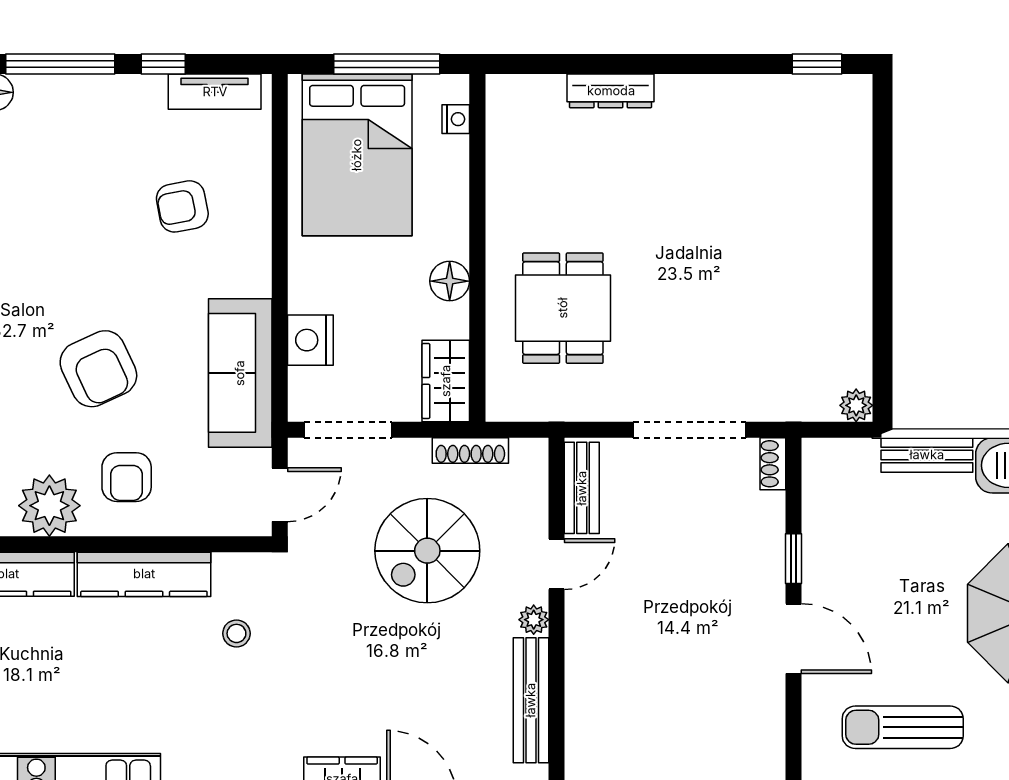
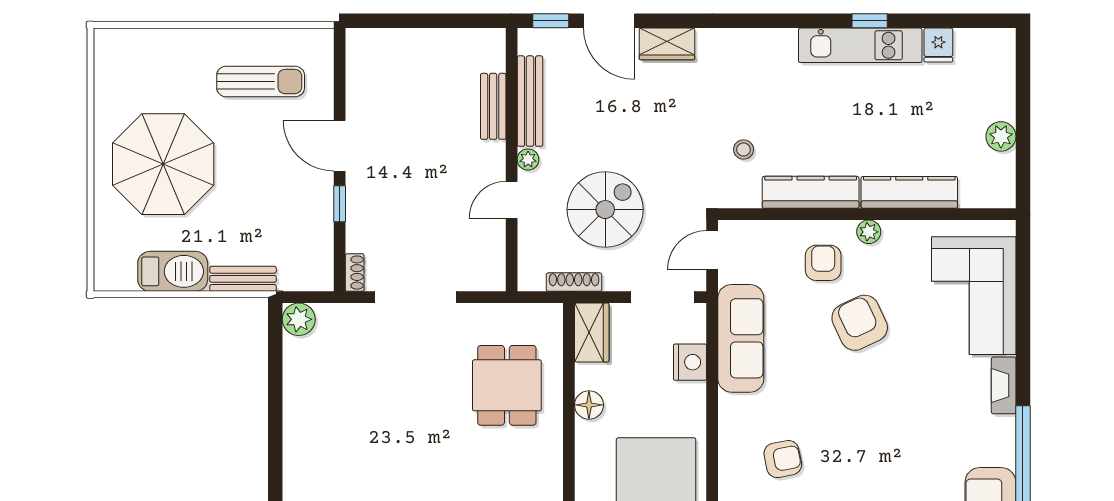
armchair: (98, 369) -> (860, 323), moved
plant: (856, 405) -> (299, 319), width x1.38, depth x1.38
bench: (582, 488) -> (493, 106), moved
plant: (49, 506) -> (869, 232), width x0.53, depth x0.53

